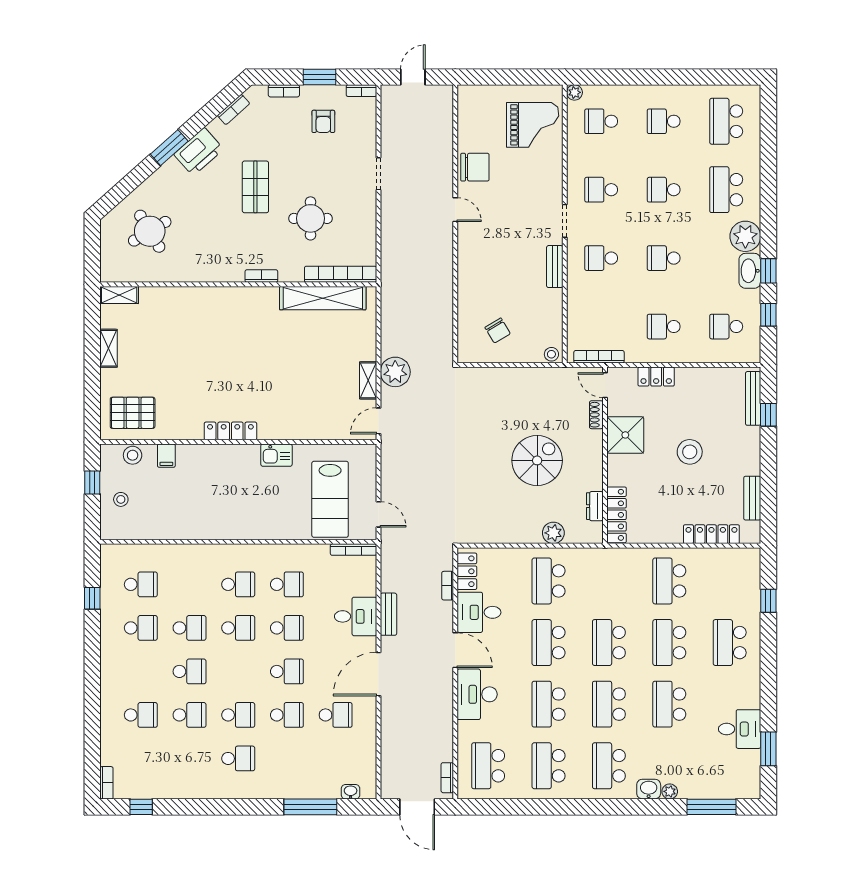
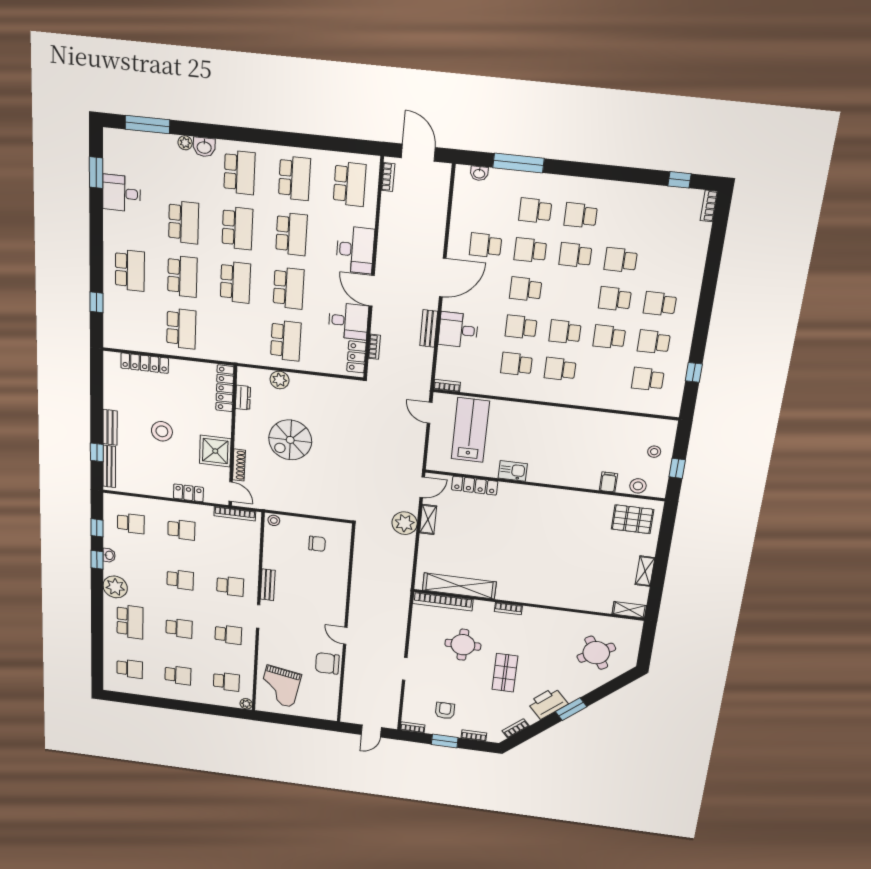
school desk: (726, 121) -> (130, 669), width x0.54
grand piano: (533, 125) -> (280, 686), turned -80
washbasin: (750, 271) -> (109, 555), width x0.52, depth x0.69
chair: (498, 330) -> (317, 544), turned 121
shoe rack: (596, 415) -> (239, 465), width x1.43
locker: (230, 431) -> (475, 486), moved
bench: (752, 498) -> (110, 427), moved
bookcase: (353, 550) -> (447, 386), width x0.64
school desk: (141, 715) -> (660, 304), moved
school desk: (287, 758) -> (535, 211), added

